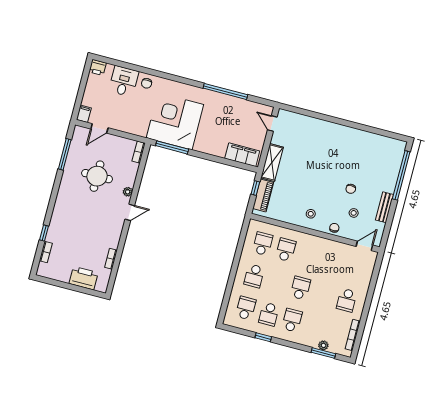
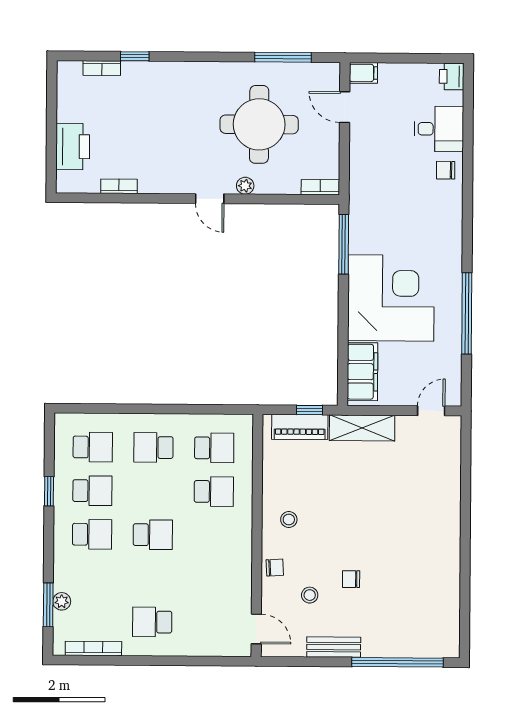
corner desk: (175, 121) -> (391, 298), moved
round table: (97, 176) -> (259, 124), width x1.36, depth x1.36
school desk: (269, 314) -> (92, 491), turned 180

